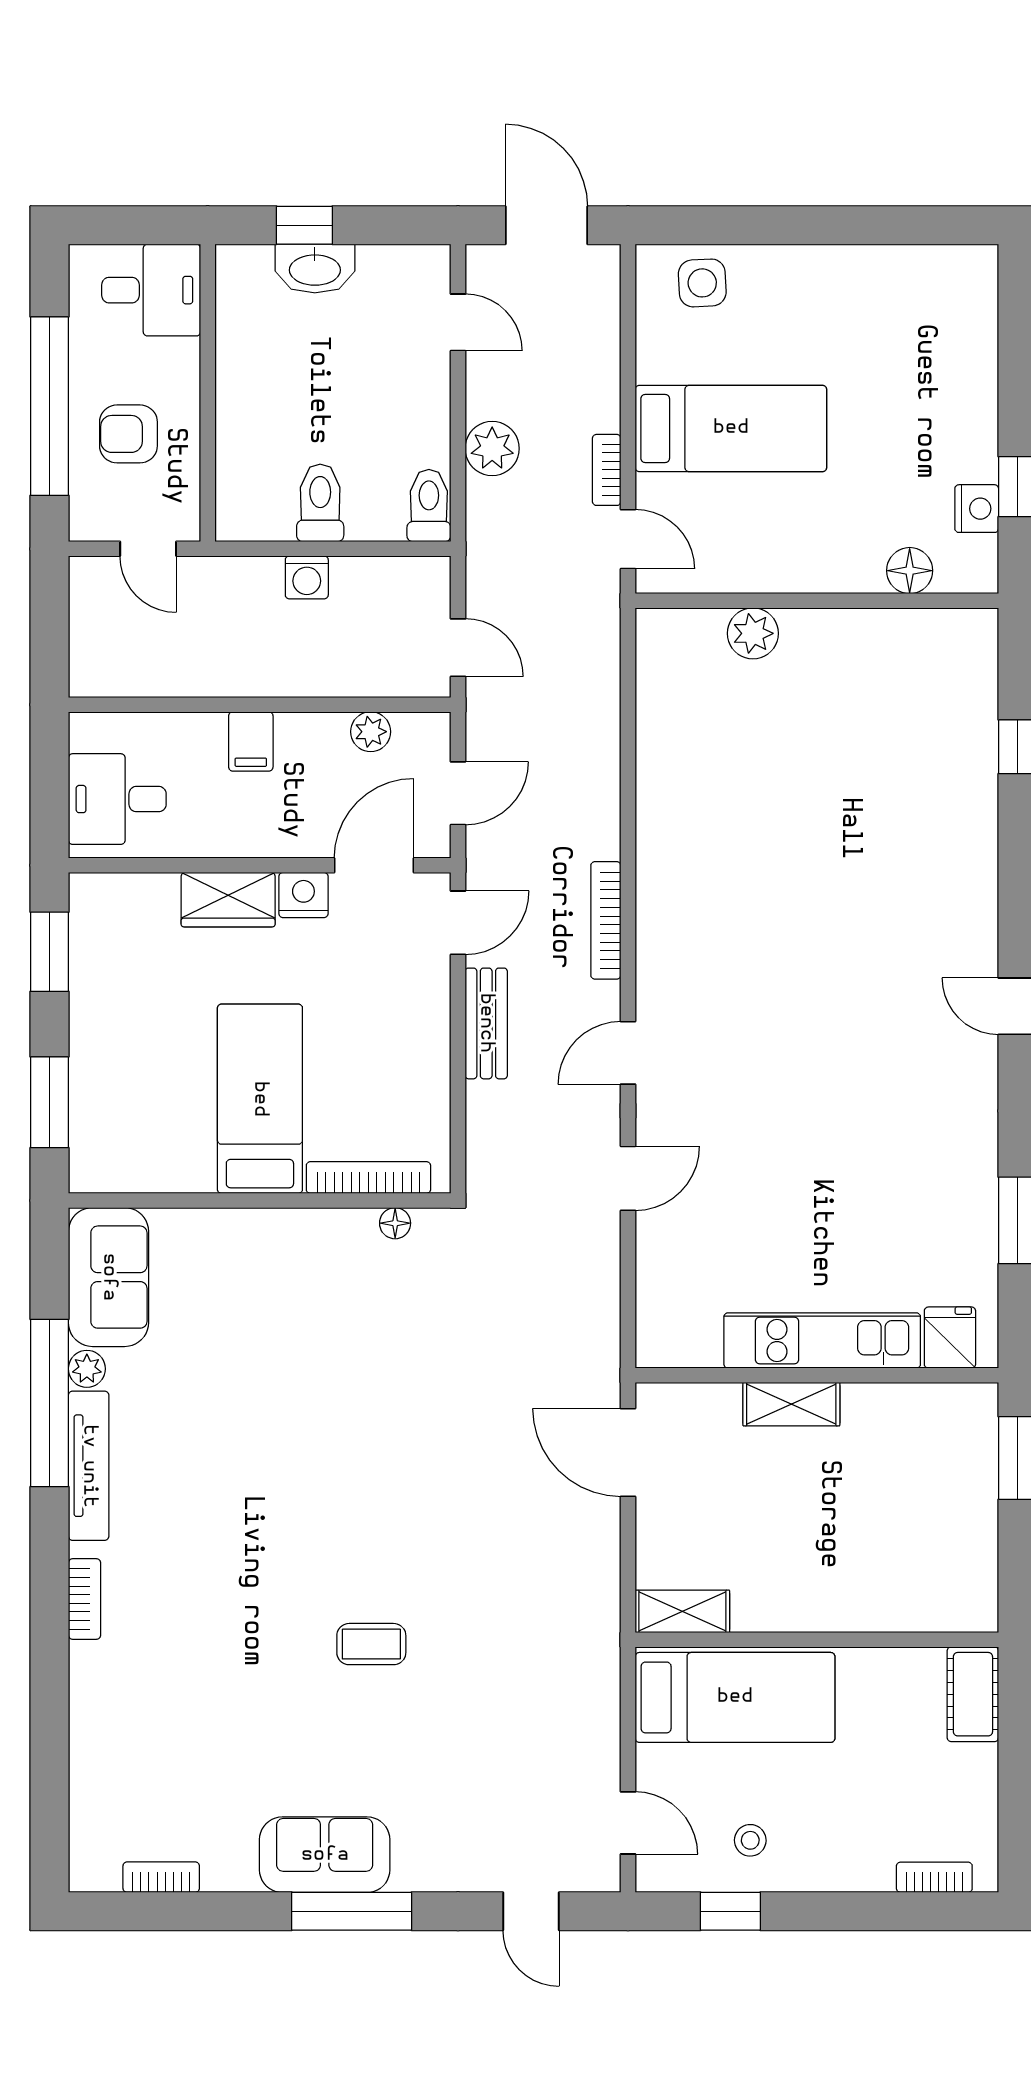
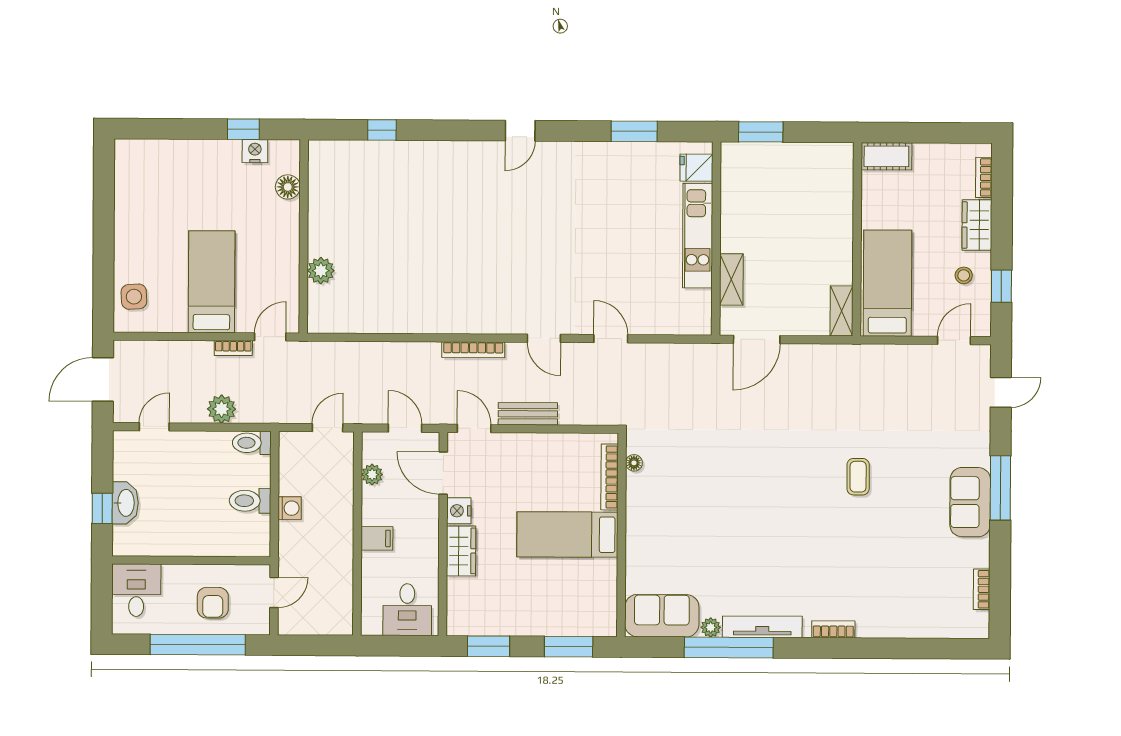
shelving: (791, 1404) -> (731, 279), moved
wardrobe: (845, 1865) -> (977, 225), added

